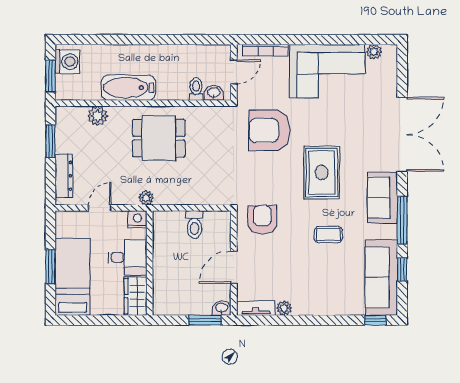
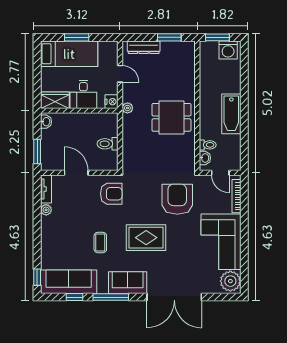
plant: (374, 52) -> (230, 281), width x1.88, depth x1.88
bathtub: (128, 88) -> (231, 114), moved, turned 180
plant: (98, 116) -> (188, 72), removed
dining table: (159, 138) -> (171, 117), turned 90
washbasin: (222, 308) -> (46, 122), moved

